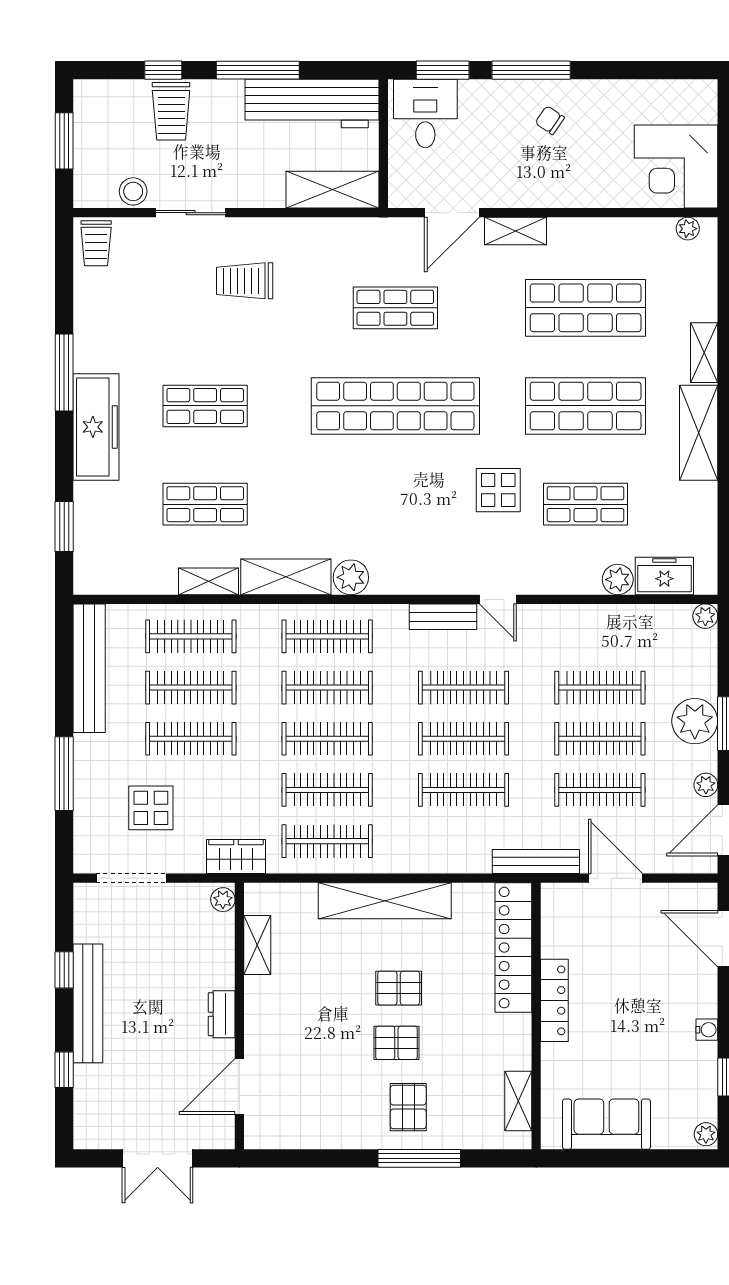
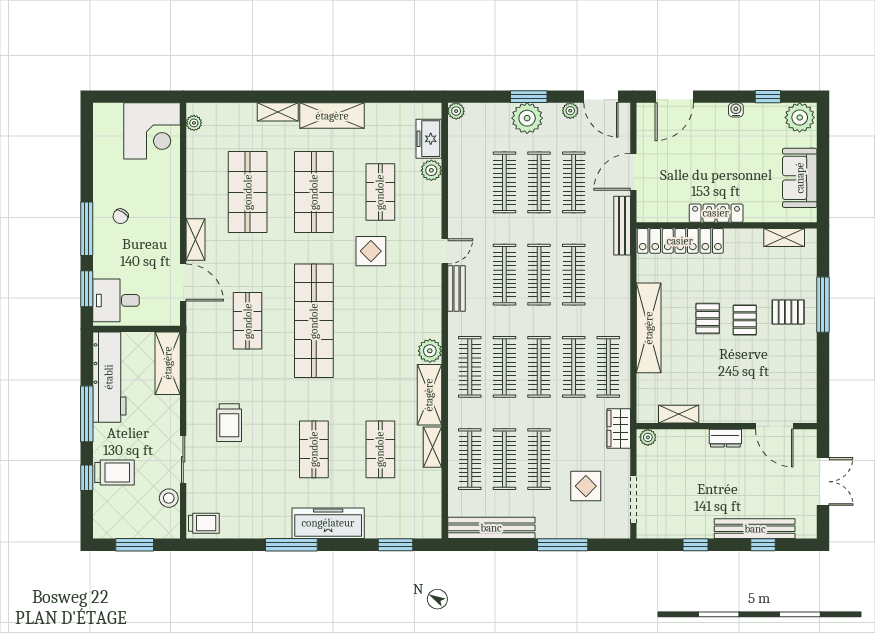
bench: (88, 1003) -> (755, 529), moved
plant: (706, 1134) -> (800, 117), width x1.88, depth x1.88

